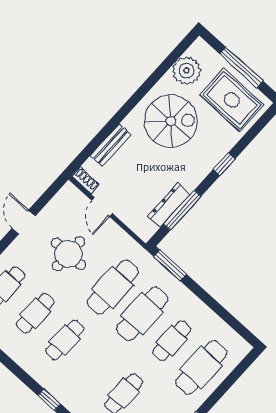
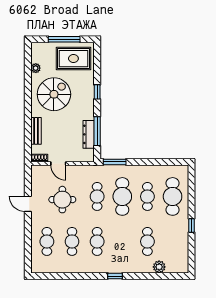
plant: (187, 71) -> (36, 68), width x0.53, depth x0.53
cafe table: (113, 287) -> (97, 196), width x0.73, depth x0.74

